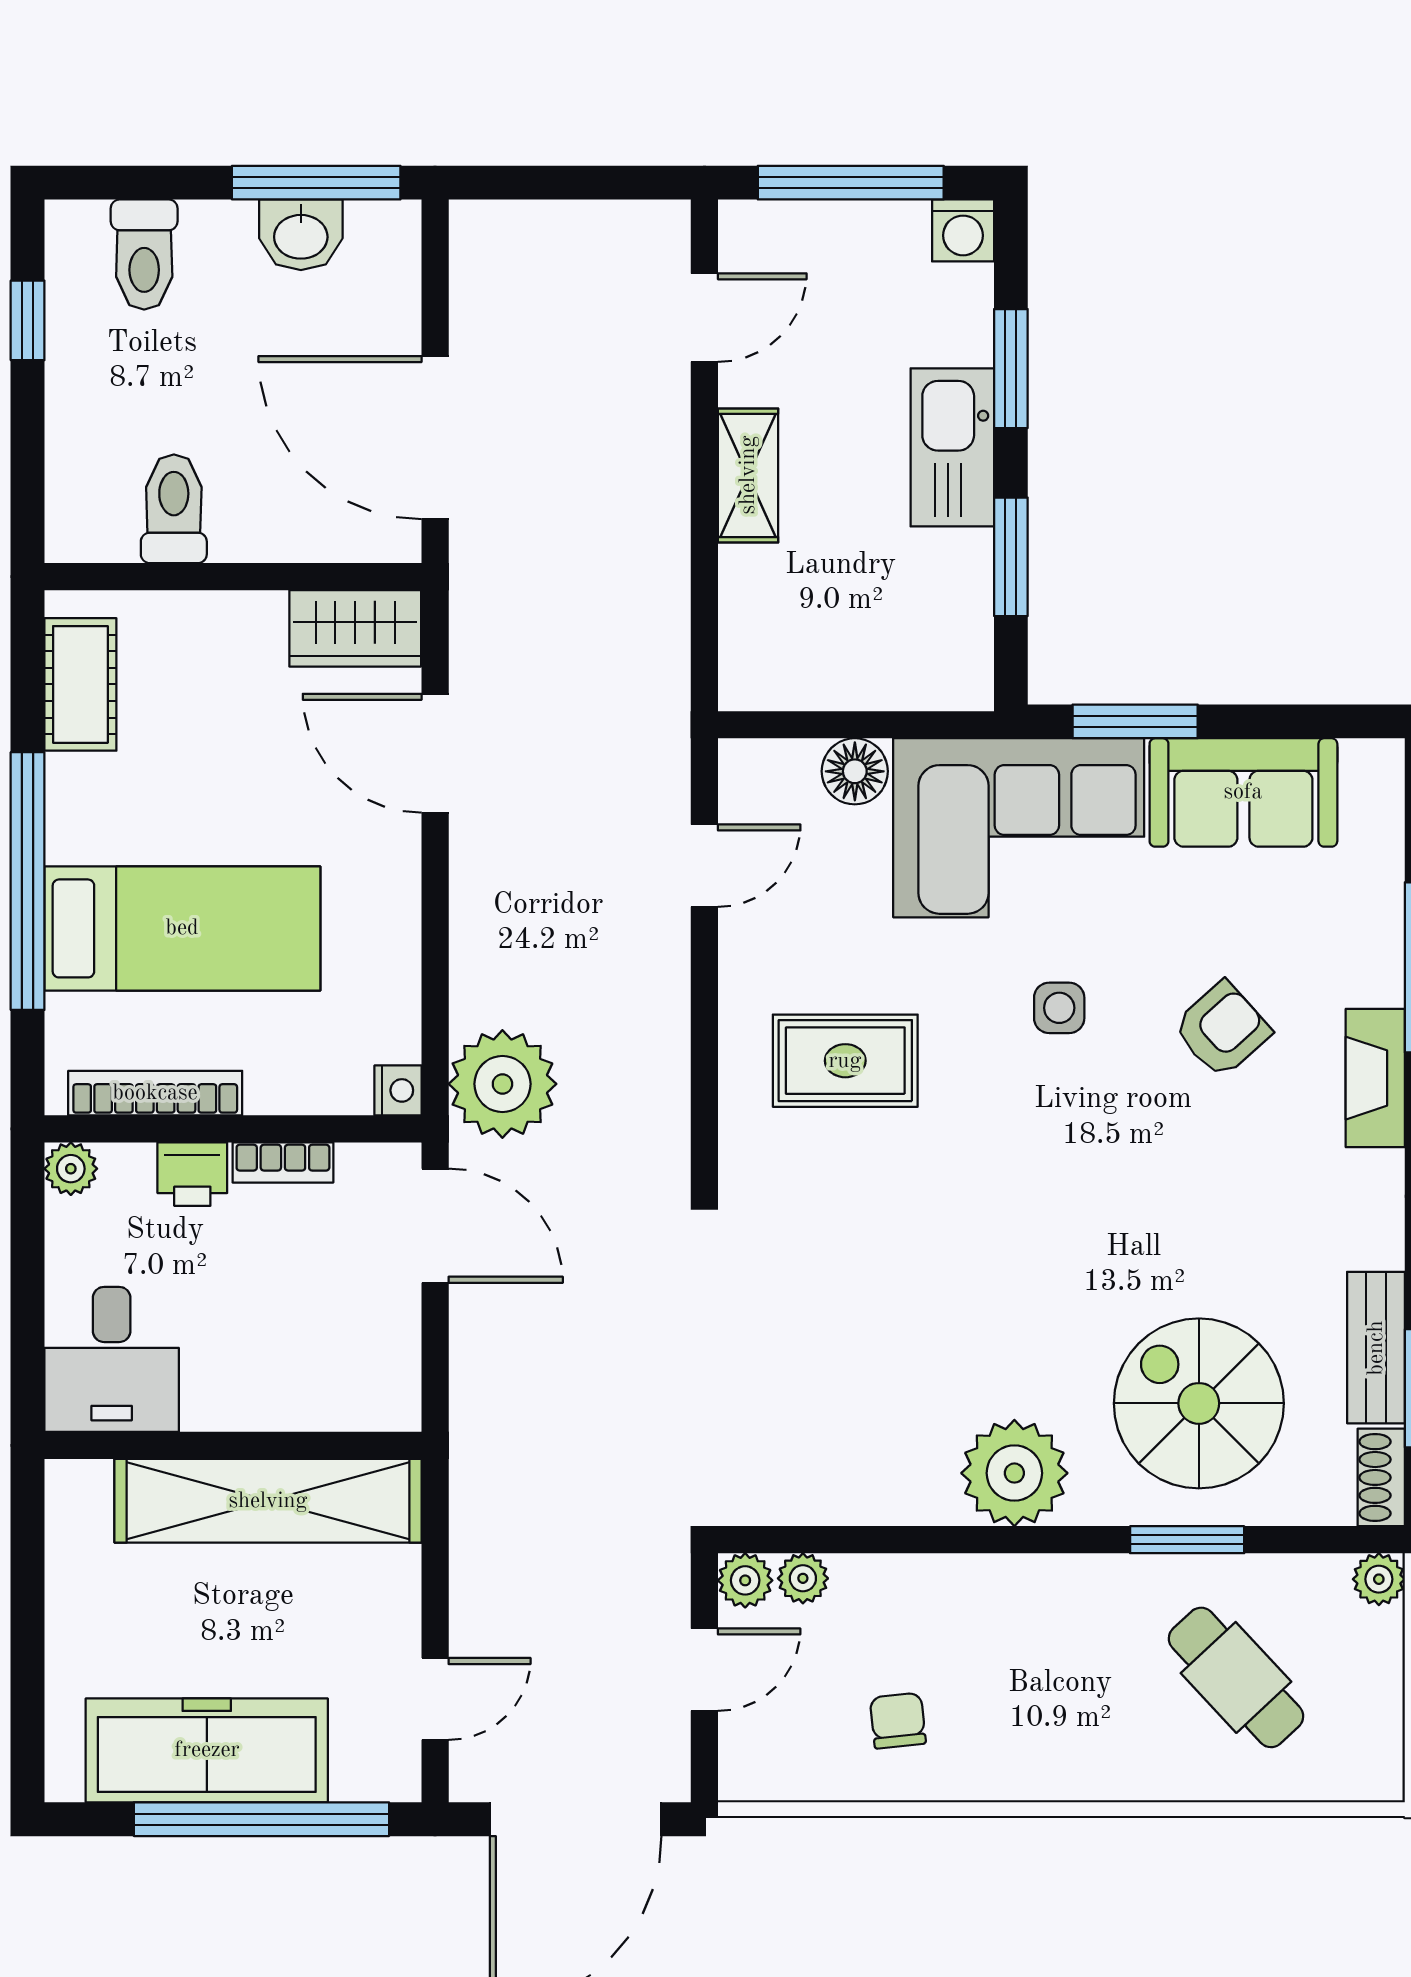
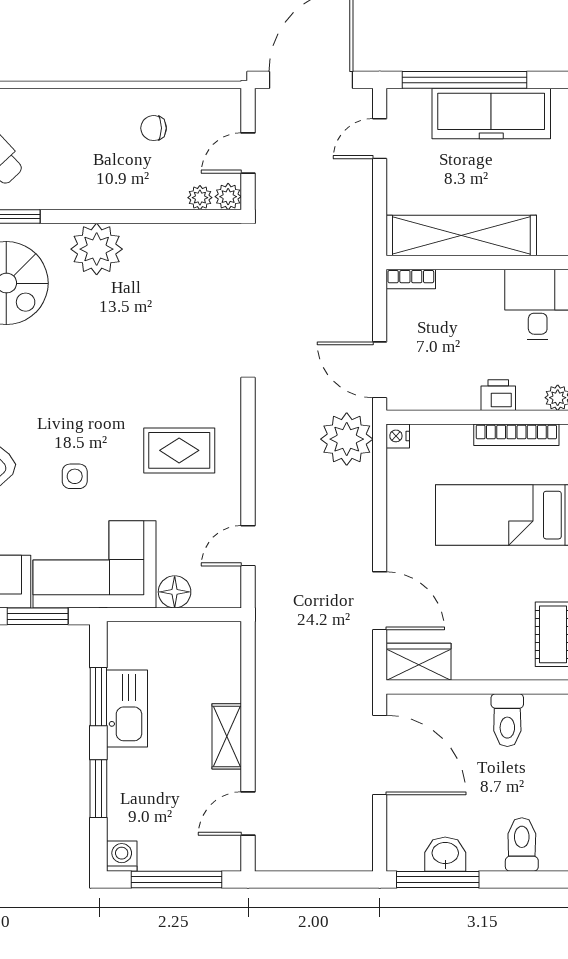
kitchen sink: (952, 447) -> (127, 708), moved
bookcase: (283, 1162) -> (411, 279), moved, turned 180
chair: (898, 1721) -> (154, 128), turned 96

